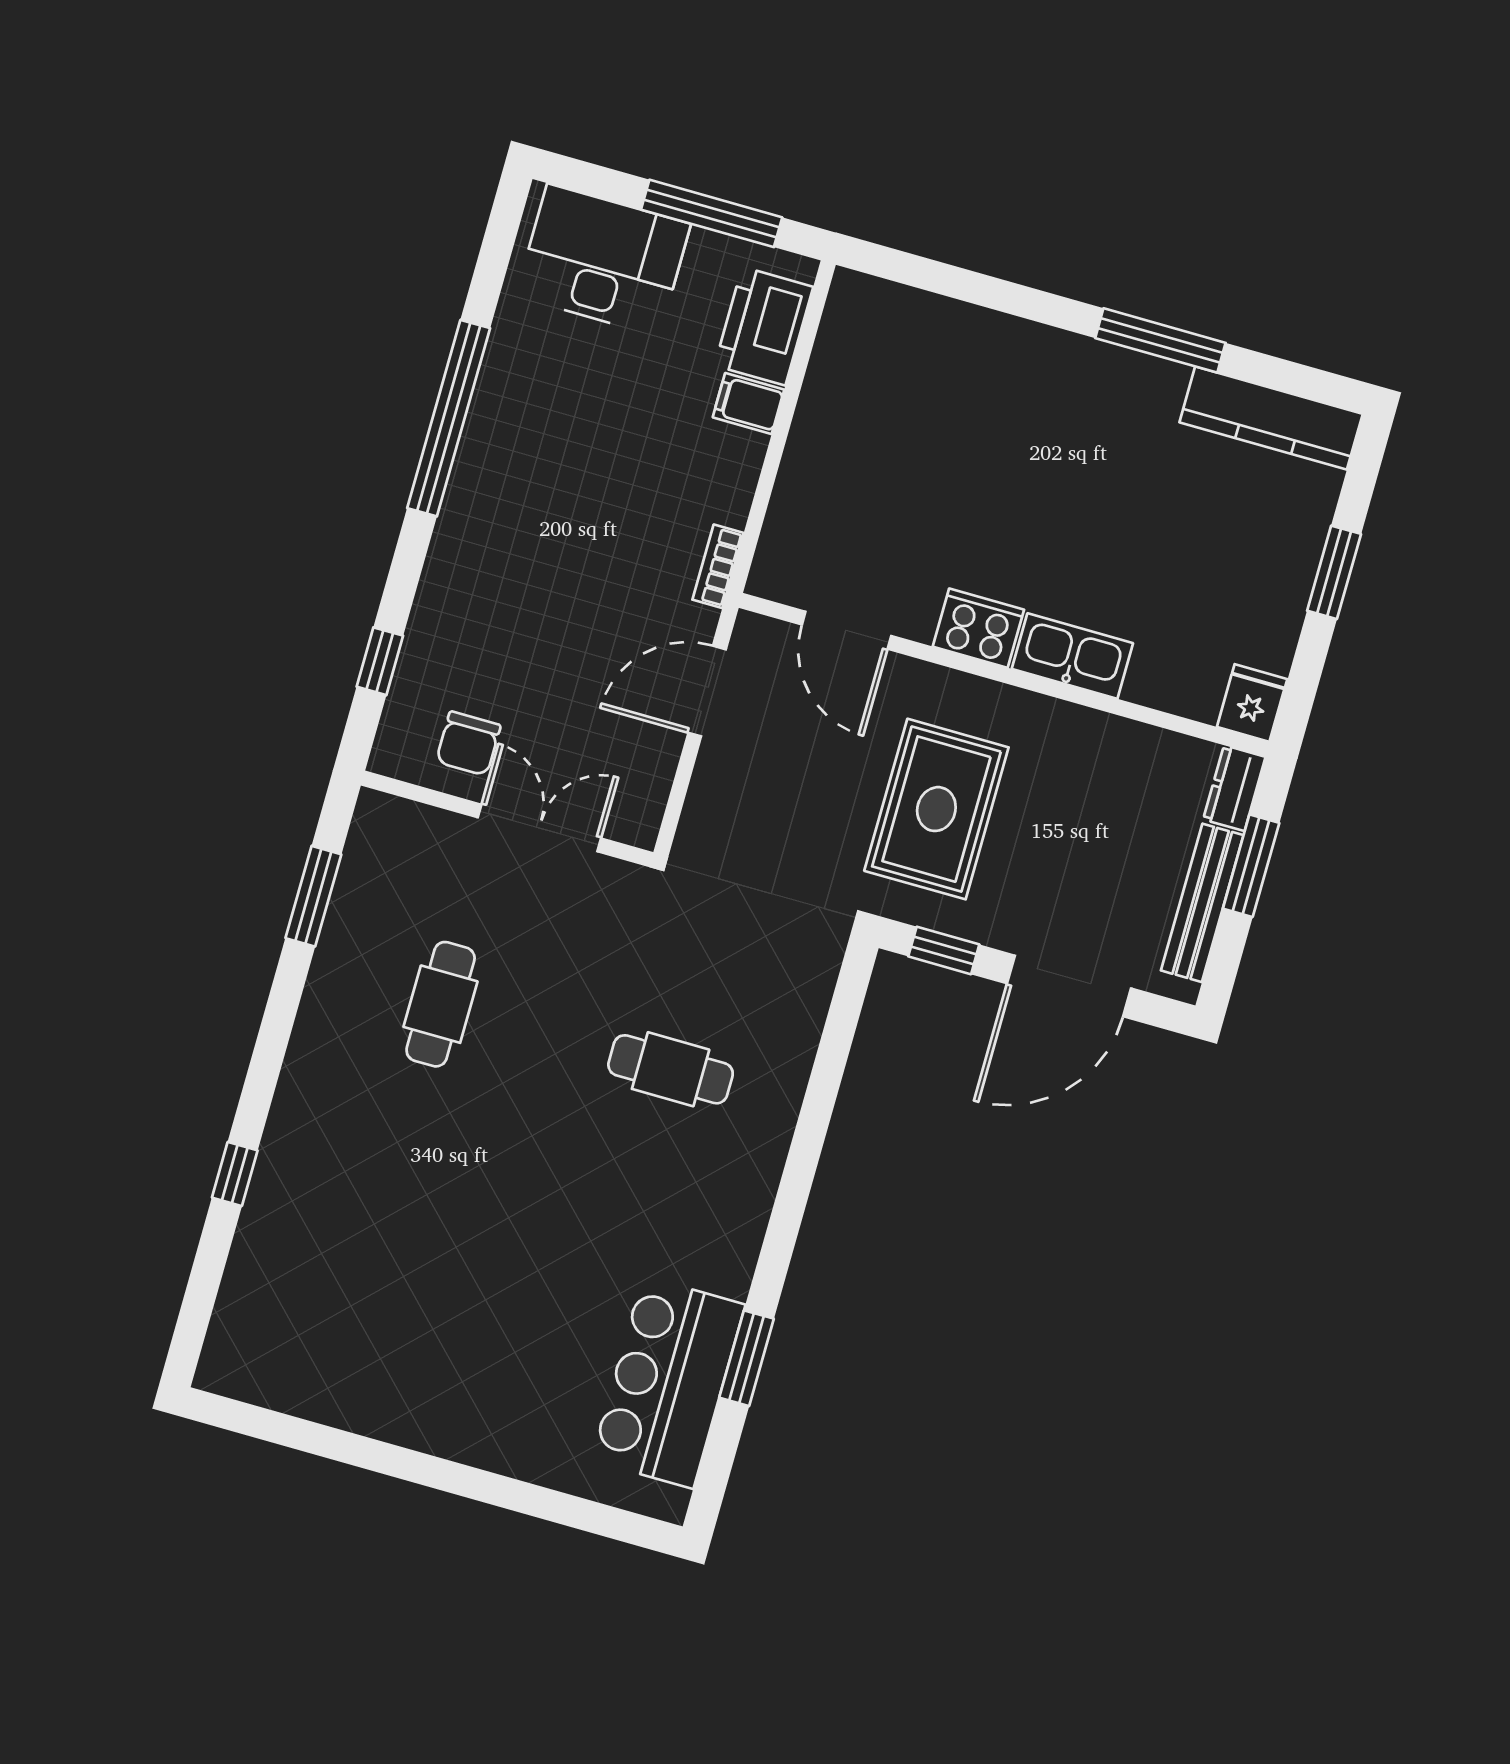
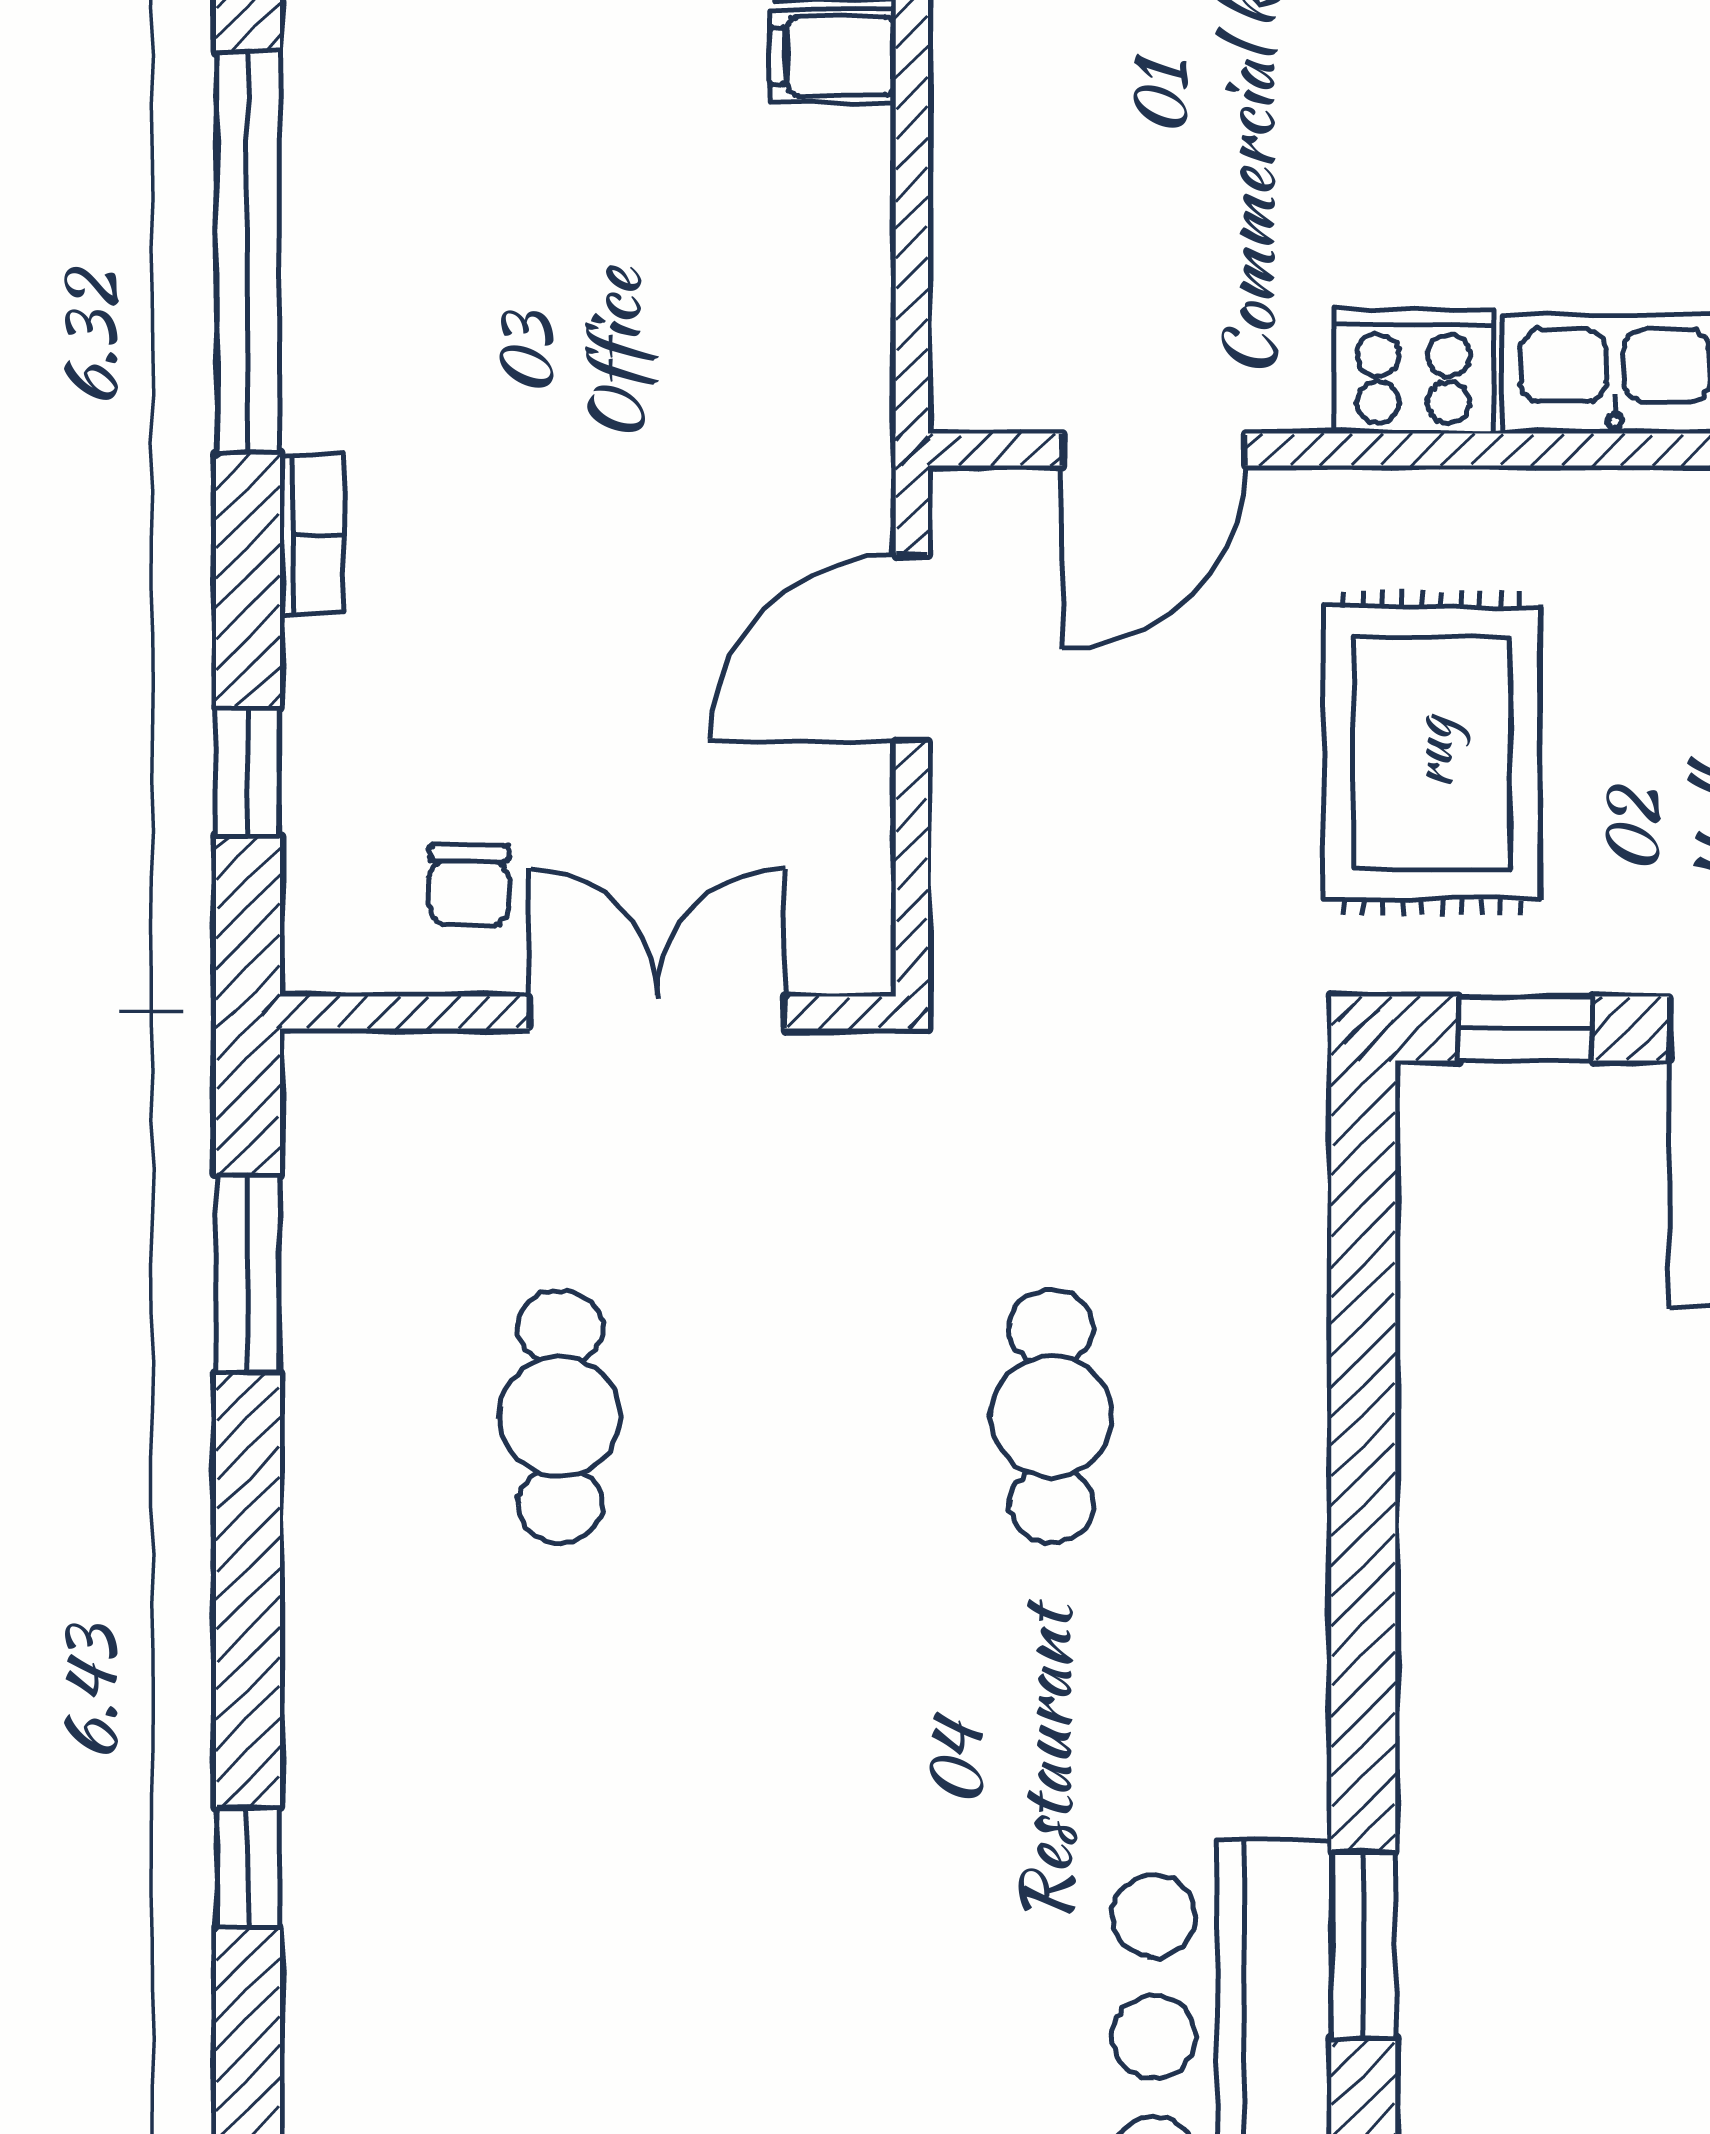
bookcase: (718, 566) -> (312, 535), moved, turned 180
door: (847, 630) -> (1154, 450), hinge flipped
chair: (468, 743) -> (469, 885), width x0.73, depth x0.73
cafe table: (671, 1069) -> (1051, 1416), turned 90

